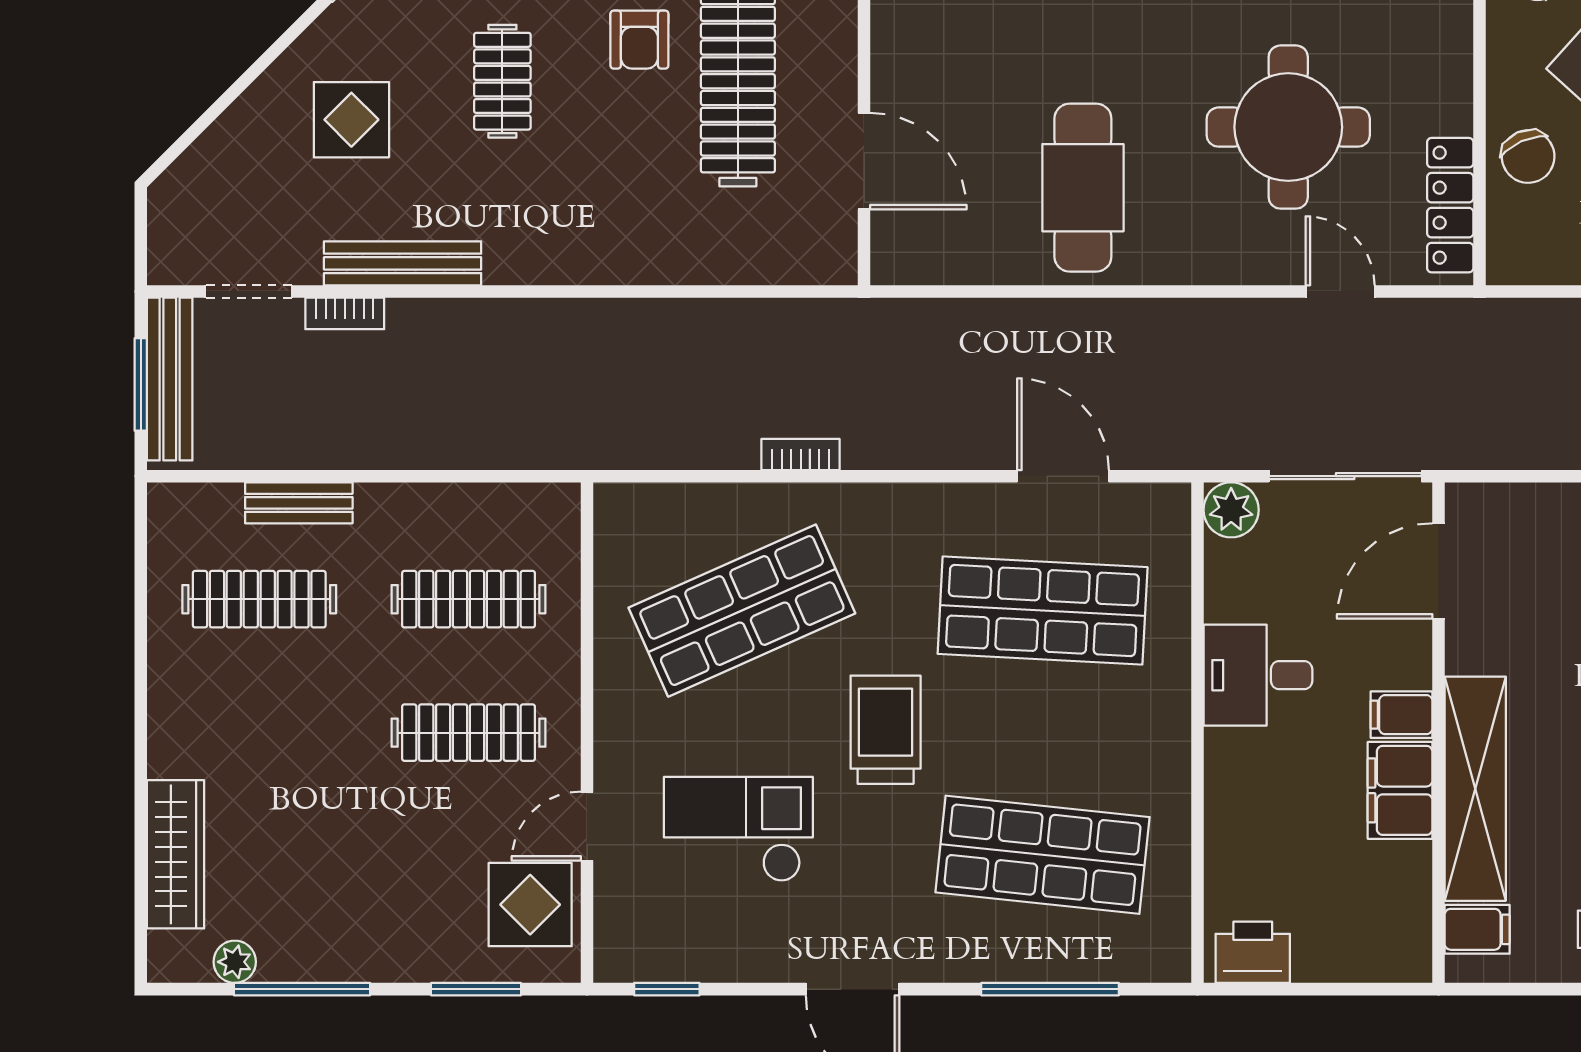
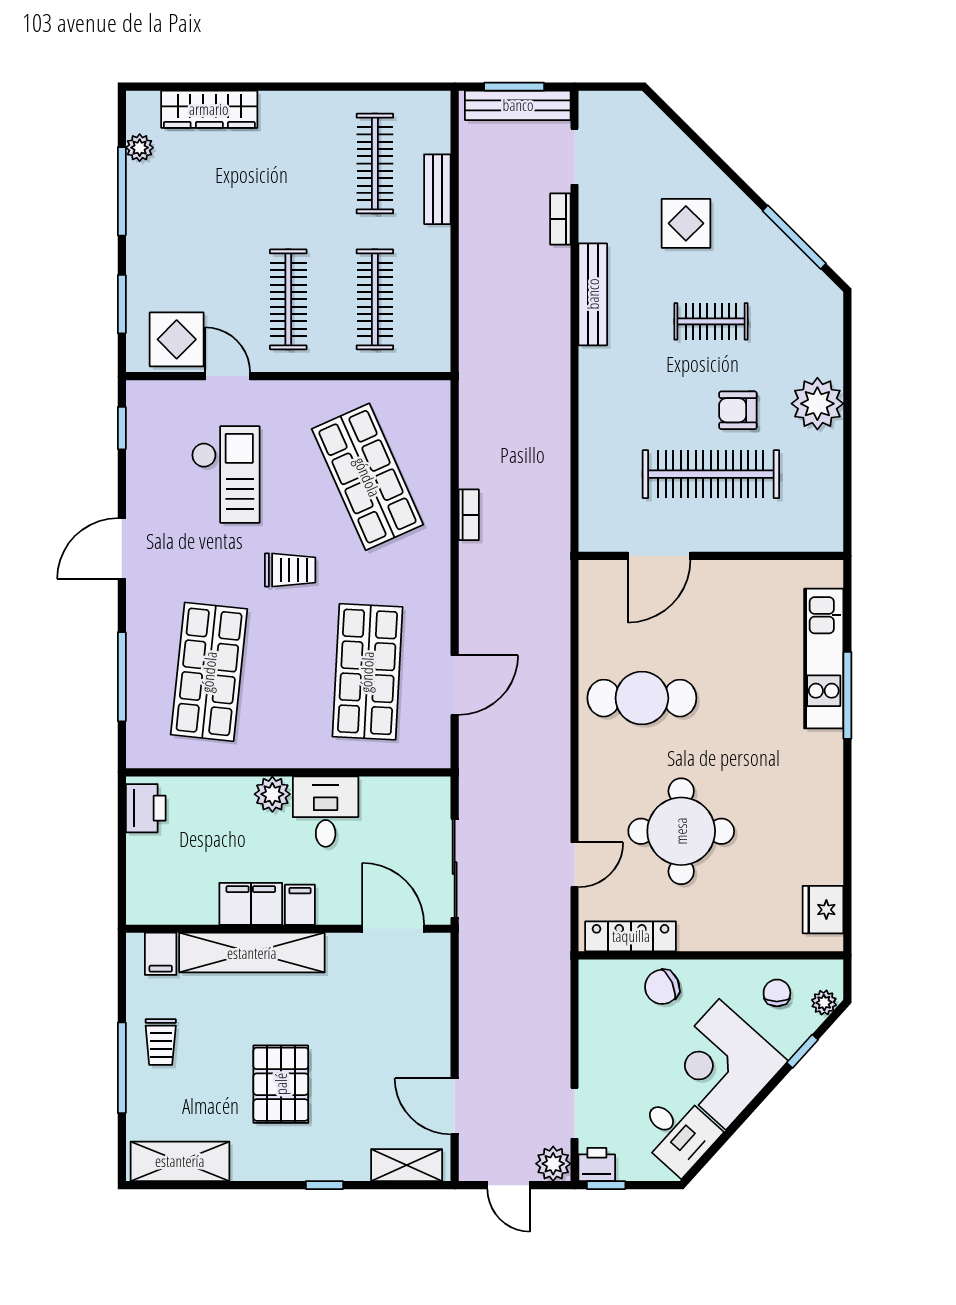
bench: (403, 263) -> (593, 294), moved
plant: (1231, 510) -> (272, 794), moved
trolley: (886, 730) -> (290, 570), width x0.73, depth x0.72

